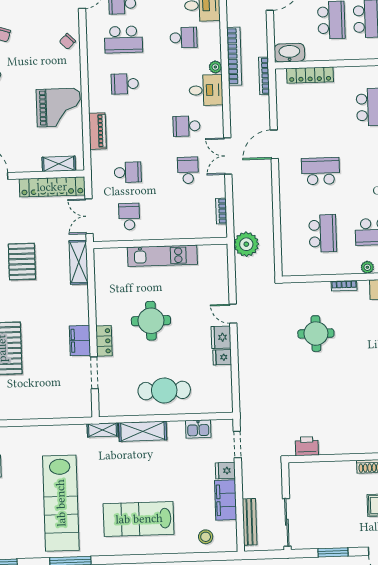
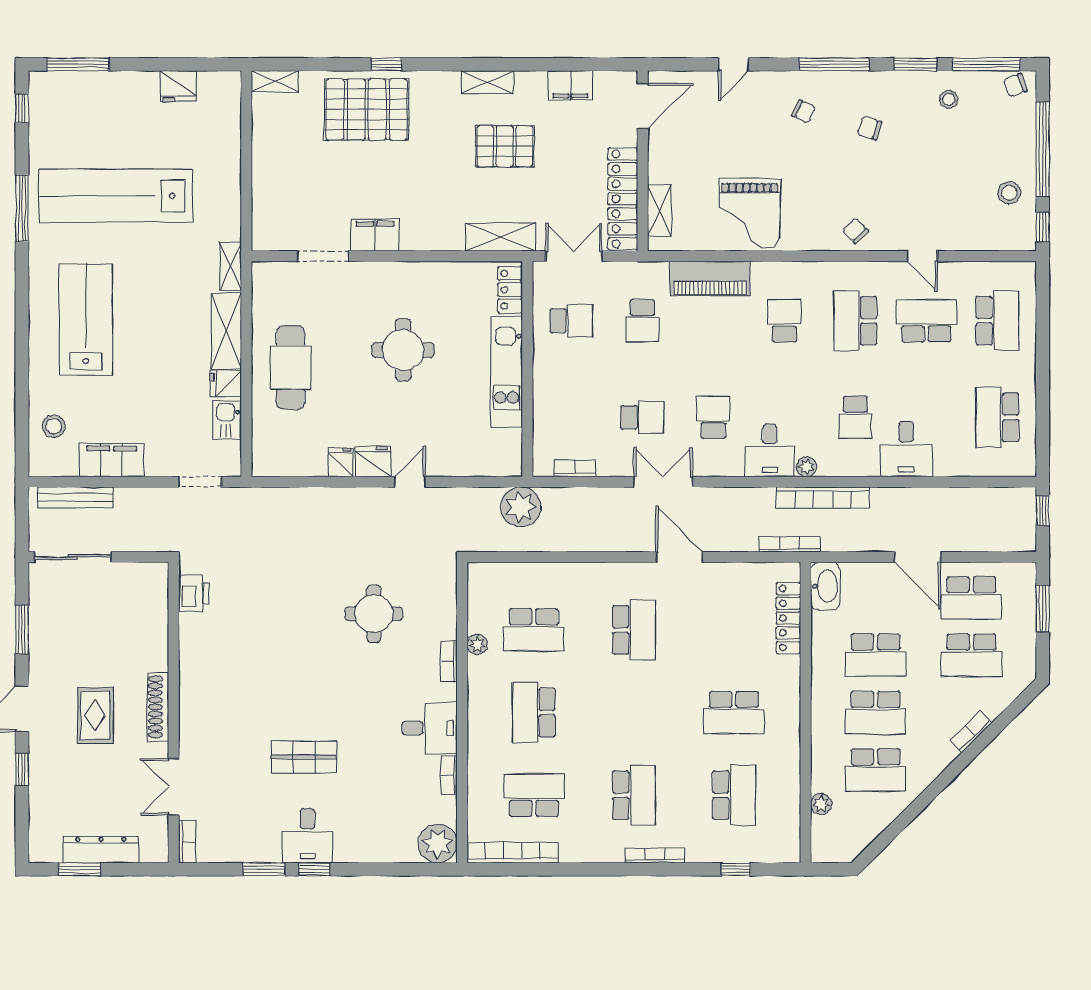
piano: (97, 131) -> (710, 279), width x1.37, depth x1.33
plant: (367, 267) -> (477, 645), moved
locker: (104, 341) -> (510, 290), moved, turned 90
fridge: (225, 471) -> (226, 384), moved, turned -90

